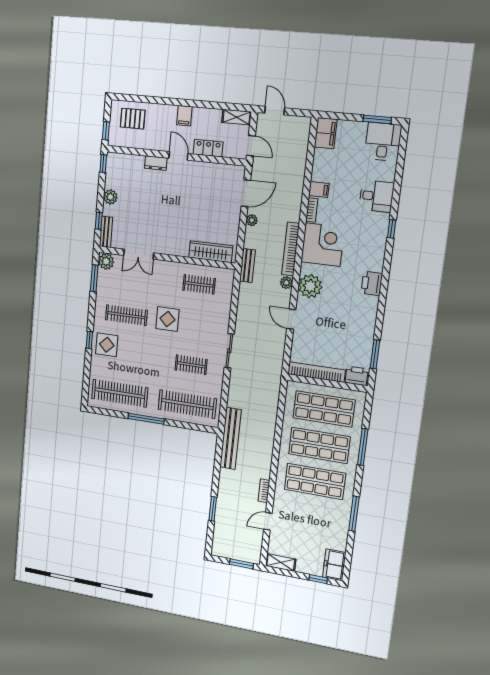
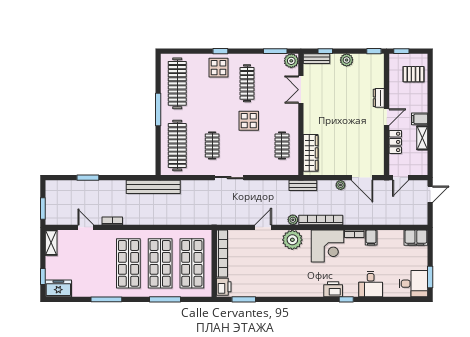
shelving: (237, 117) -> (422, 138), moved
pallet: (133, 119) -> (413, 74), turned 90
printer: (372, 283) -> (333, 289), moved

